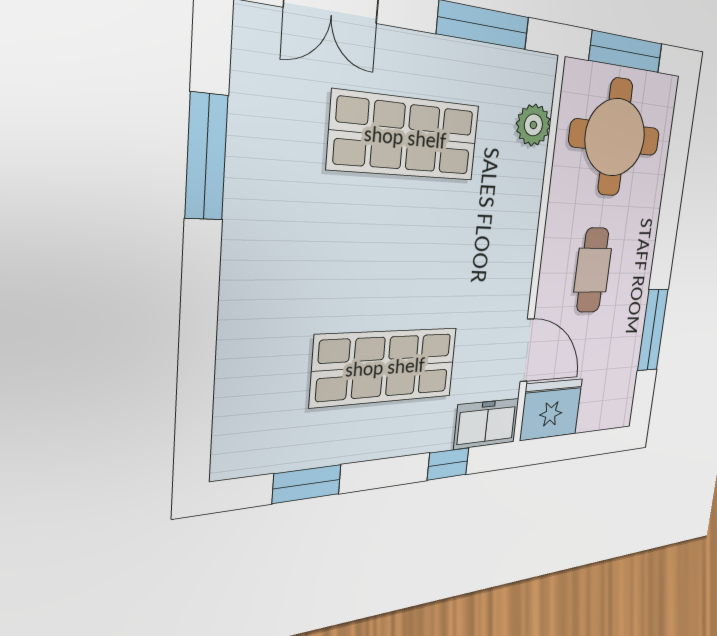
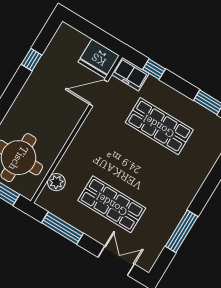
cafe table: (593, 270) -> (53, 107), removed
window: (653, 330) -> (32, 60), width x0.46
door: (527, 350) -> (99, 93), hinge flipped

